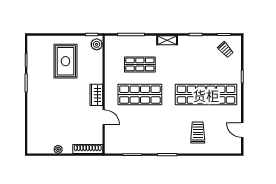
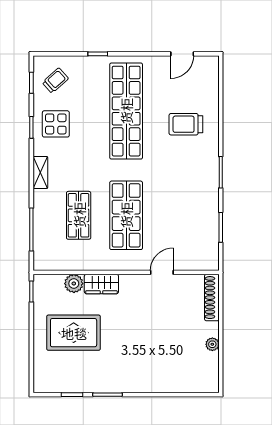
plant: (97, 44) -> (74, 284), moved
display table: (198, 50) -> (56, 124), added
wardrobe: (96, 95) -> (101, 284), moved

